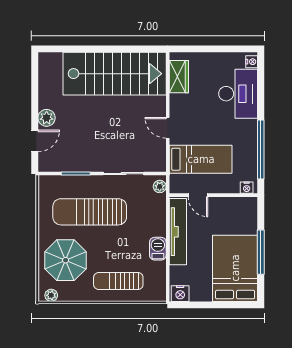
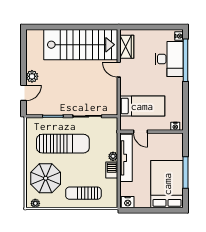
door: (168, 128) -> (119, 70), moved
window: (261, 150) -> (185, 60), moved
plant: (160, 186) -> (113, 156), moved
sun lounger: (90, 212) -> (63, 144), turned 180

